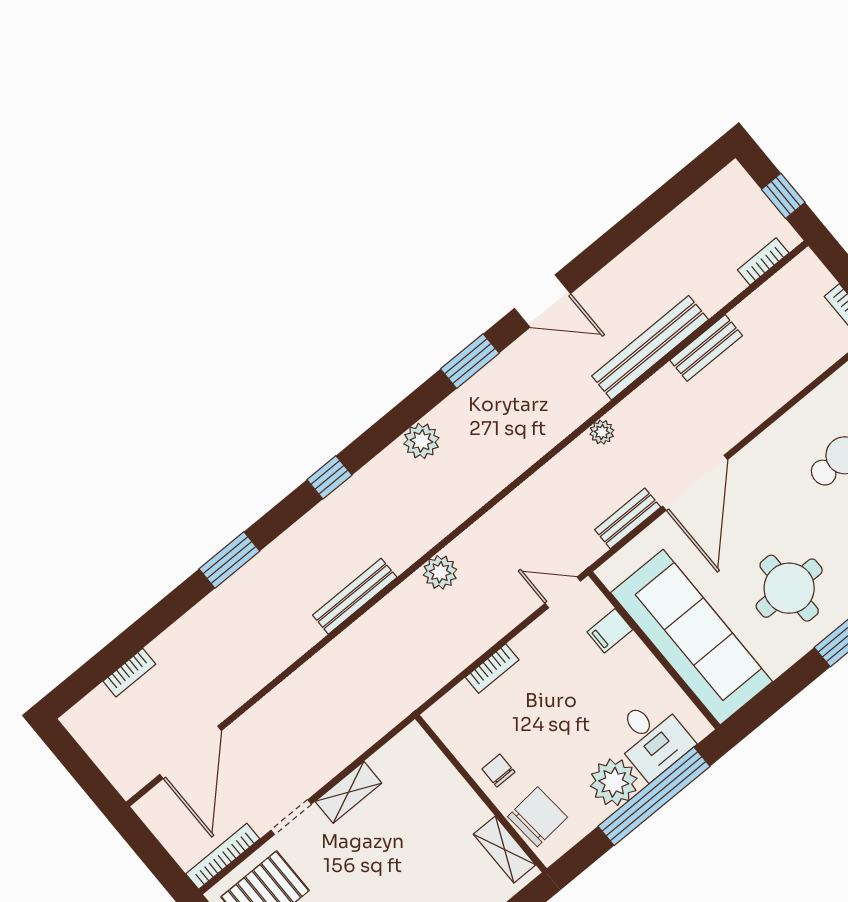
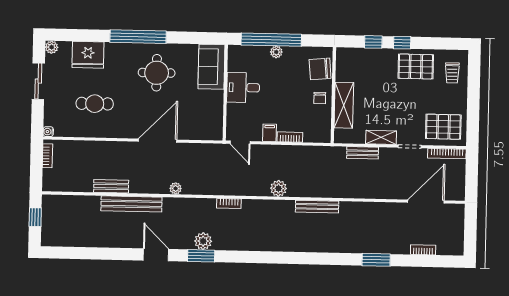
bookcase: (763, 261) -> (229, 203), moved
plant: (421, 441) -> (203, 241), moved
window: (329, 477) -> (289, 258), removed
bench: (628, 518) -> (363, 153), moved
window: (229, 560) -> (376, 260), moved
filing cabinet: (610, 631) -> (270, 133), moved, turned -90
sofa: (692, 637) -> (211, 67), width x0.54, depth x0.79
desk: (652, 738) -> (243, 88), moved, turned -90
plant: (614, 782) -> (276, 52), width x0.53, depth x0.53
shelving: (505, 850) -> (344, 105), moved, width x1.50, depth x1.33

